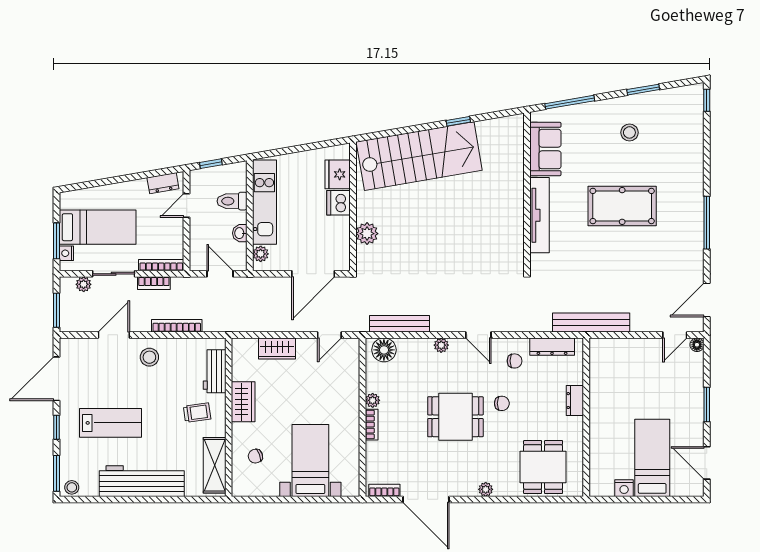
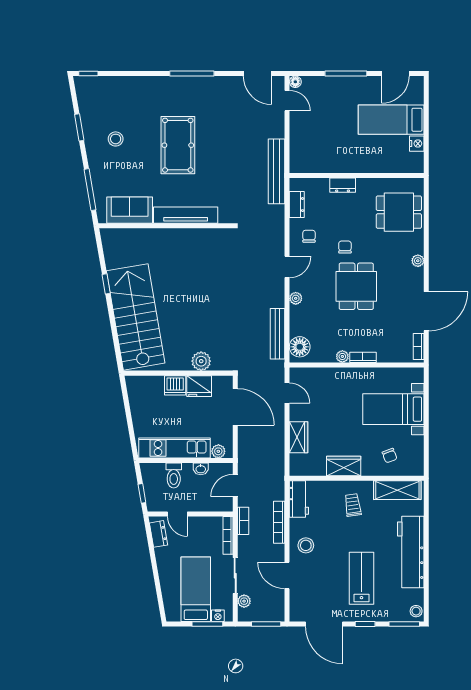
fridge: (338, 174) -> (199, 386), moved
bookcase: (154, 283) -> (243, 521), moved
dresser: (552, 347) -> (297, 205), width x0.70
workbench: (215, 371) -> (299, 499), moved, turned -90
window: (707, 404) -> (346, 74), width x1.44

